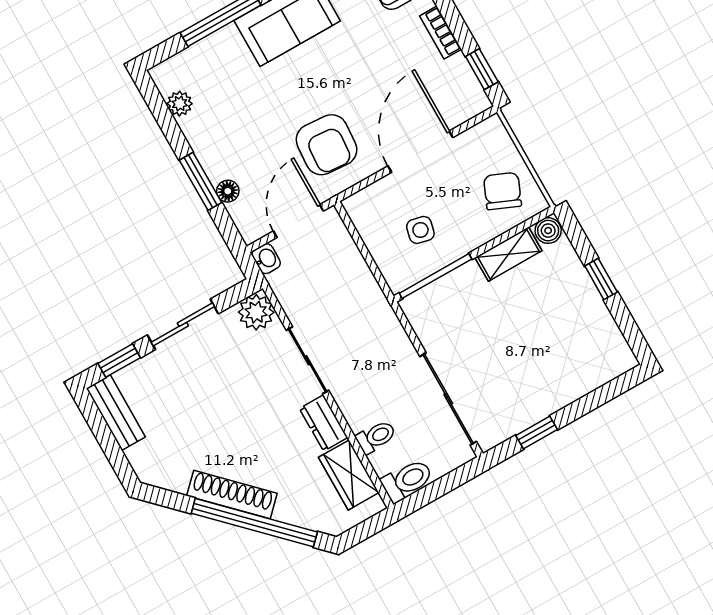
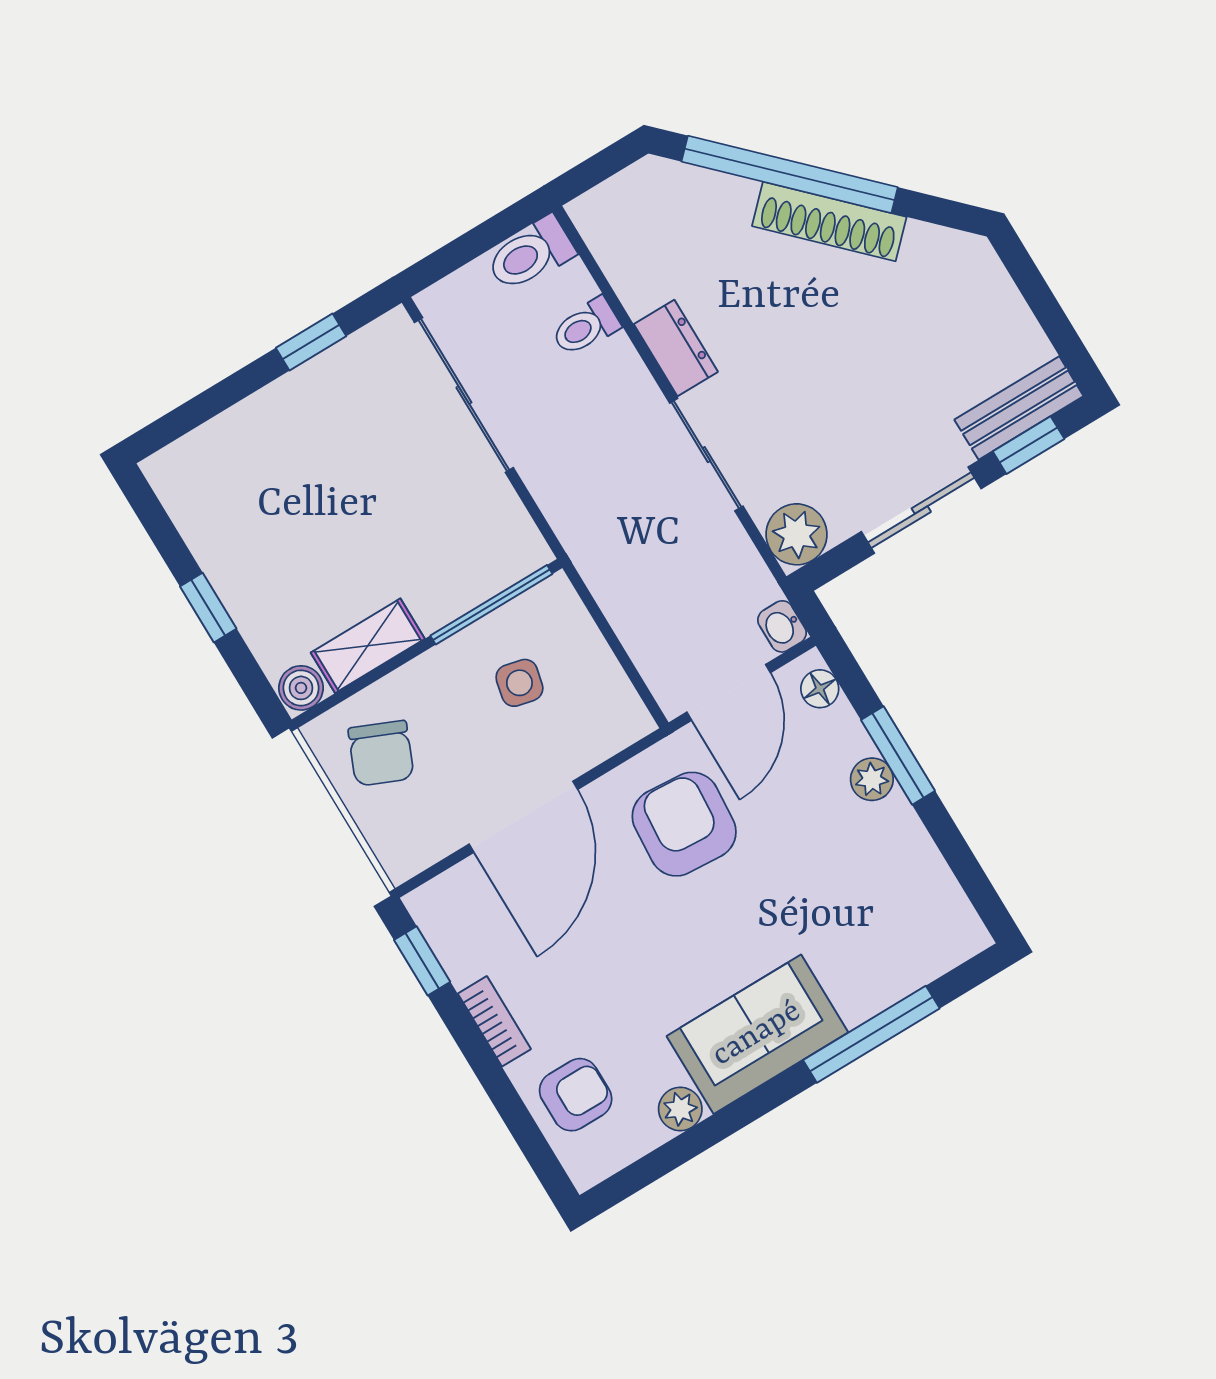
plant: (180, 104) -> (872, 779), moved
floor lamp: (228, 191) -> (820, 689), moved
bench: (116, 413) -> (1019, 408), moved, turned 90
wardrobe: (349, 475) -> (630, 260), removed

